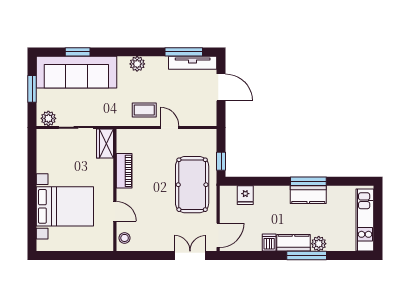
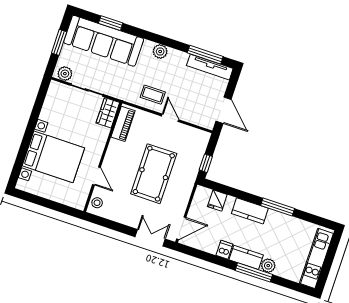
door: (221, 87) -> (224, 110), moved
piano: (124, 171) -> (123, 124), moved
pool table: (192, 185) -> (154, 174), moved
kitchen counter: (308, 195) -> (250, 211), moved

